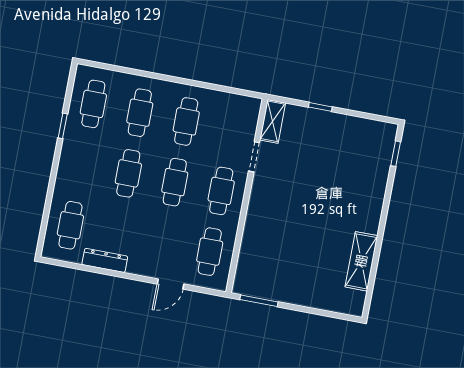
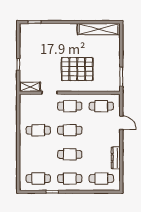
cafe table: (140, 113) -> (70, 178), moved
pallet: (290, 219) -> (77, 69), added
shelving: (361, 261) -> (99, 29), width x1.47

